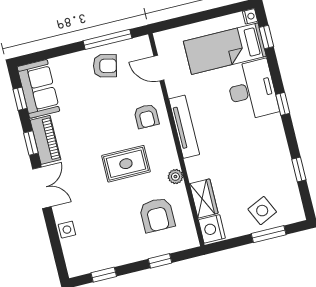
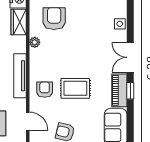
window: (20, 99) -> (130, 124), removed
rug: (126, 164) -> (75, 88), moved

